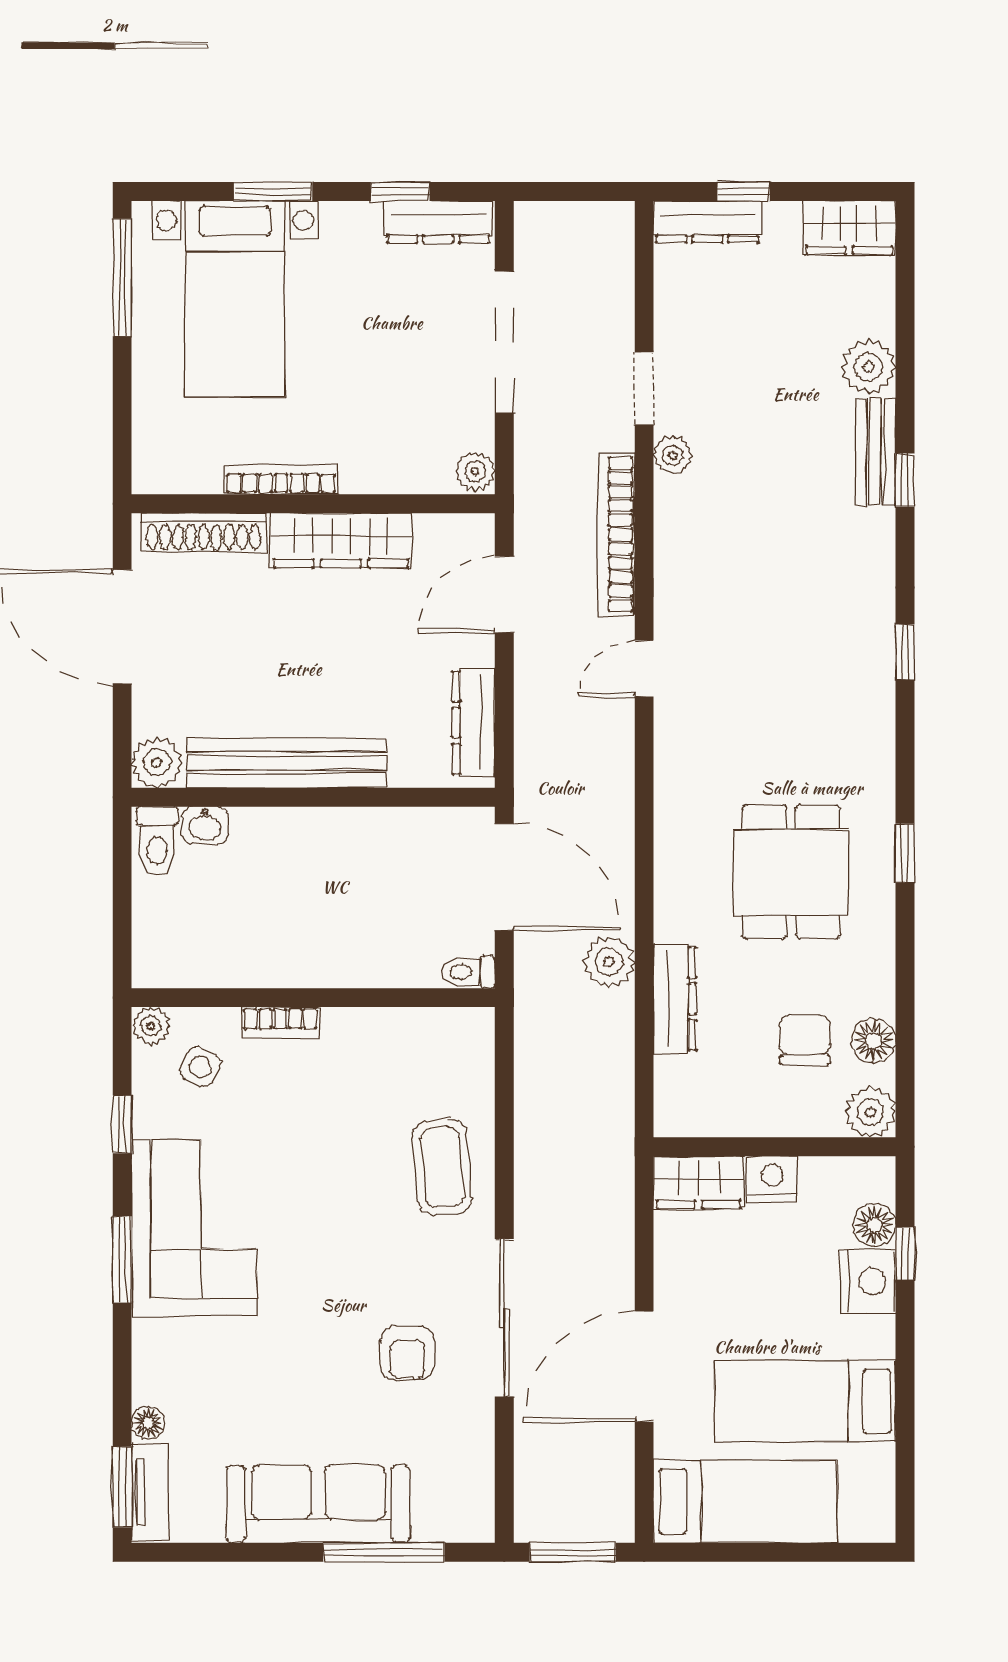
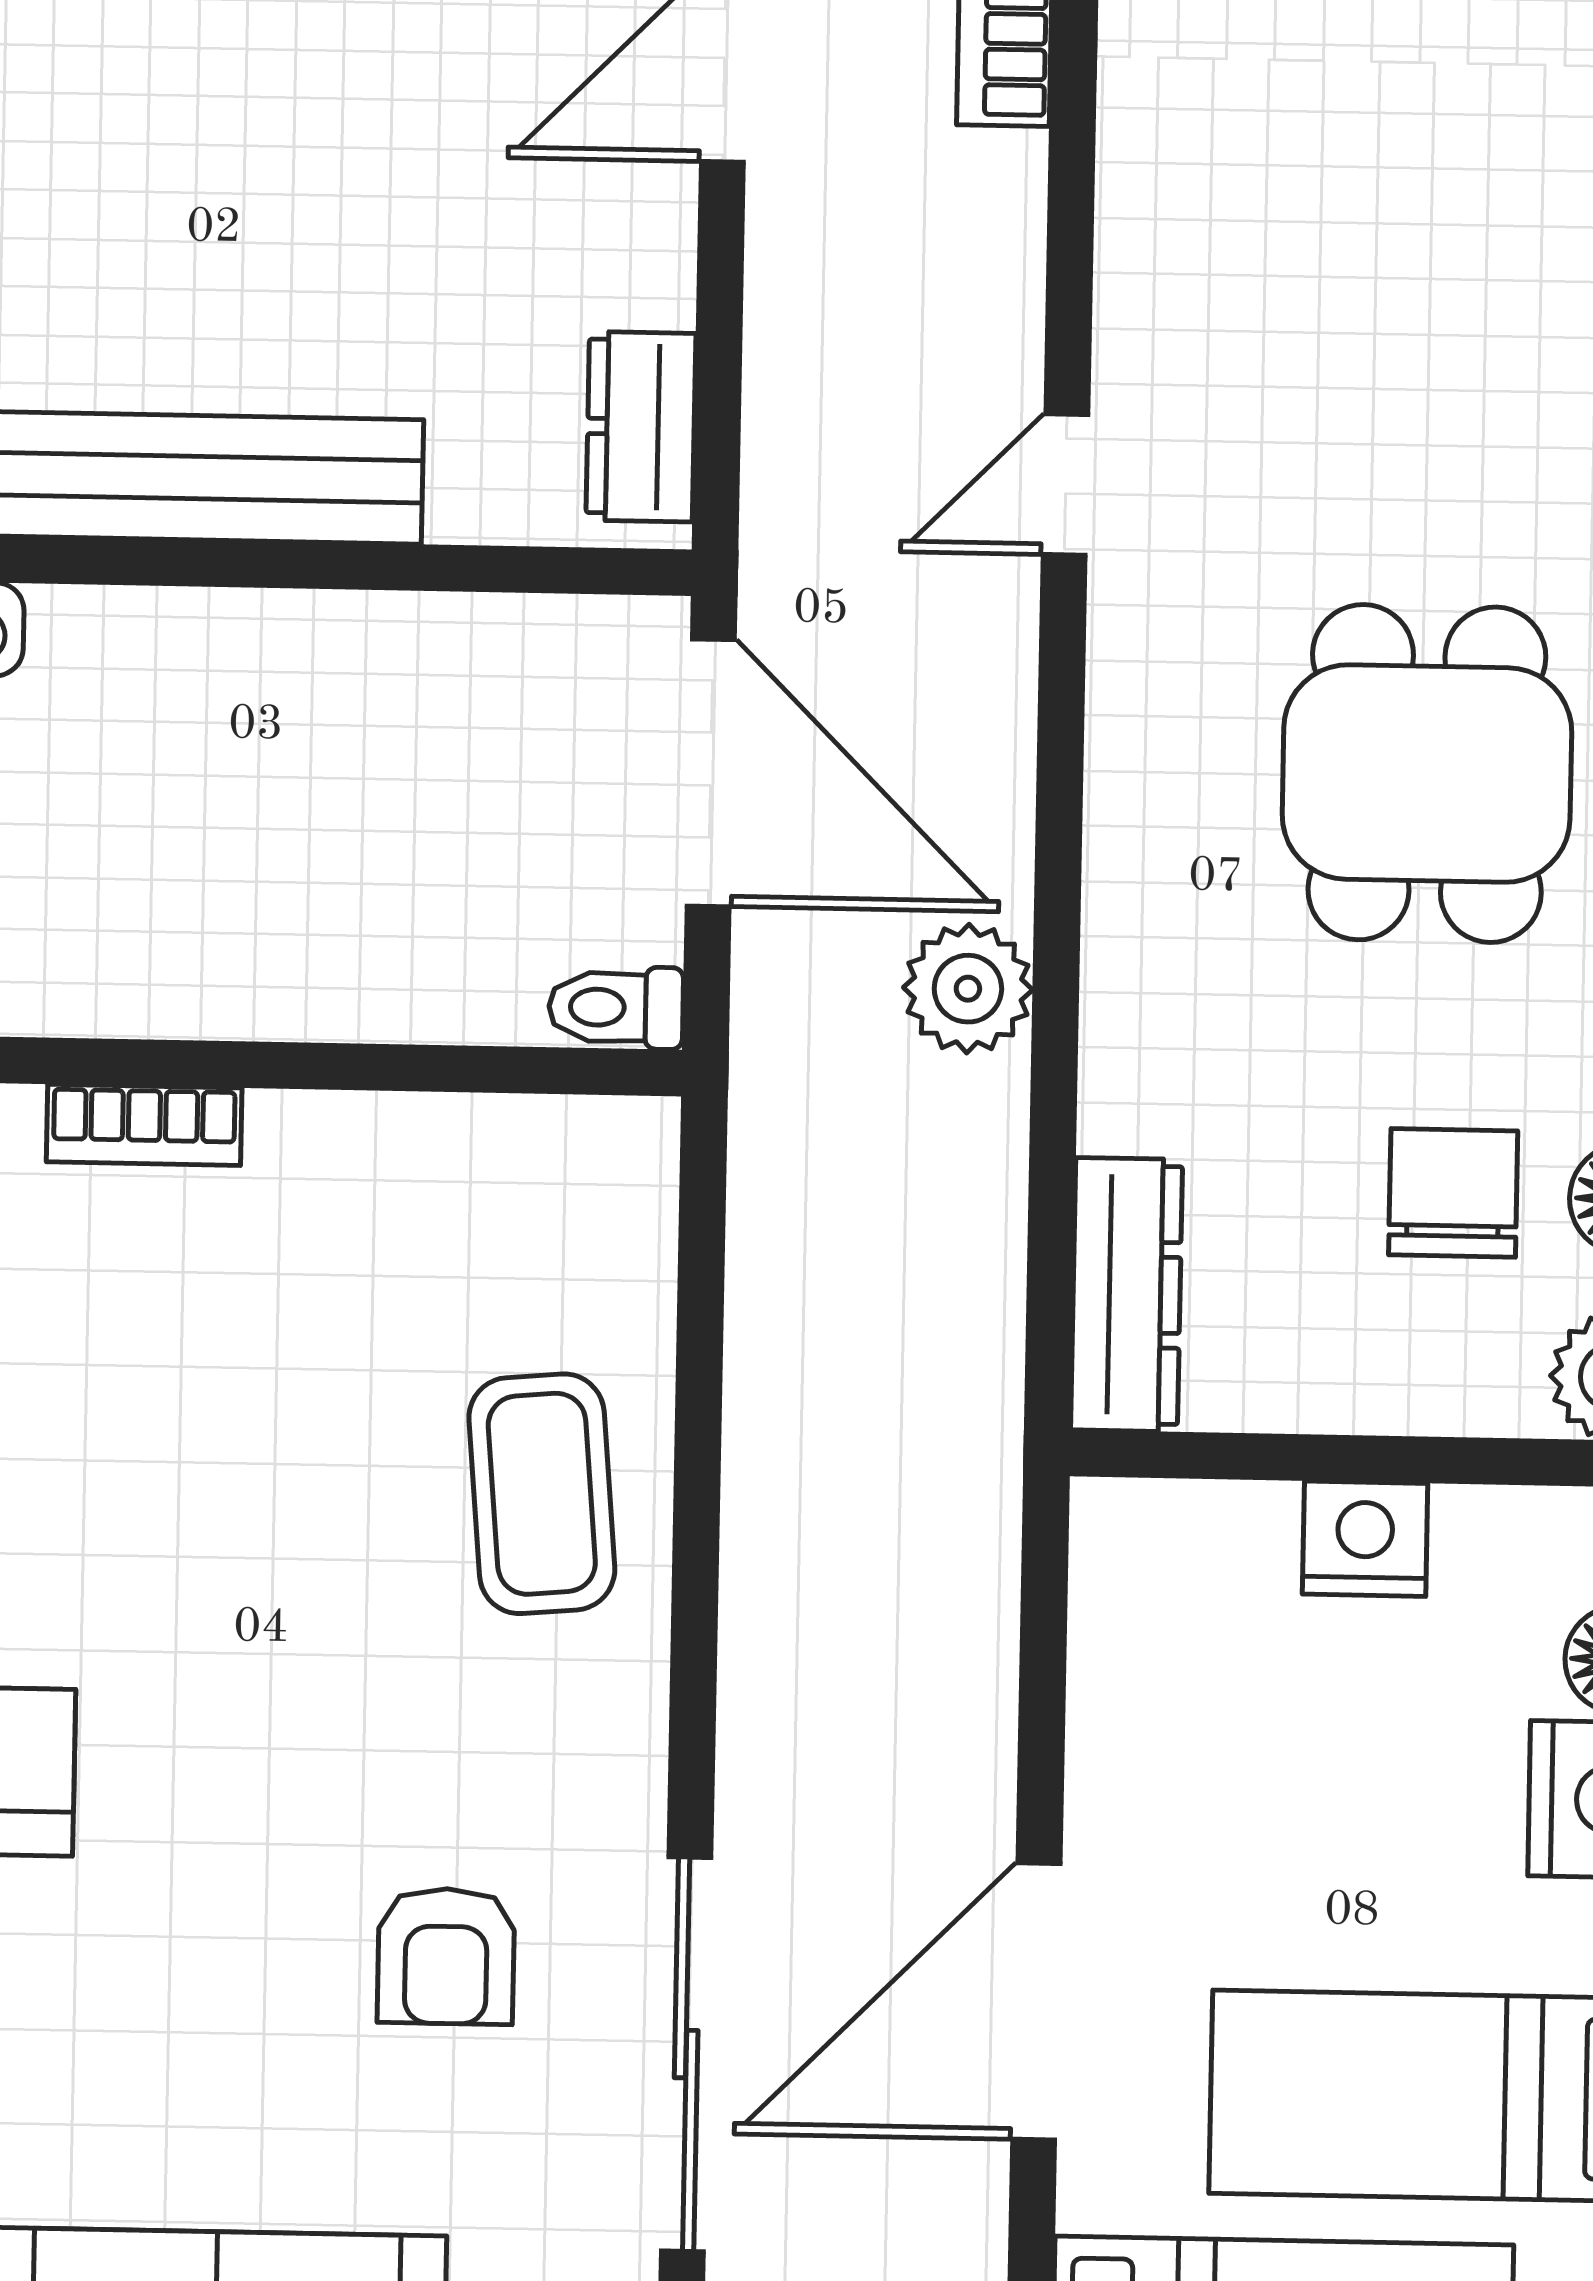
door: (644, 669) -> (1065, 485), moved
dresser: (474, 723) -> (641, 427), width x0.70
dresser: (675, 999) -> (1127, 1295), moved
wardrobe: (699, 1182) -> (1181, 1544), removed
sliding door: (504, 1318) -> (686, 2054), moved

